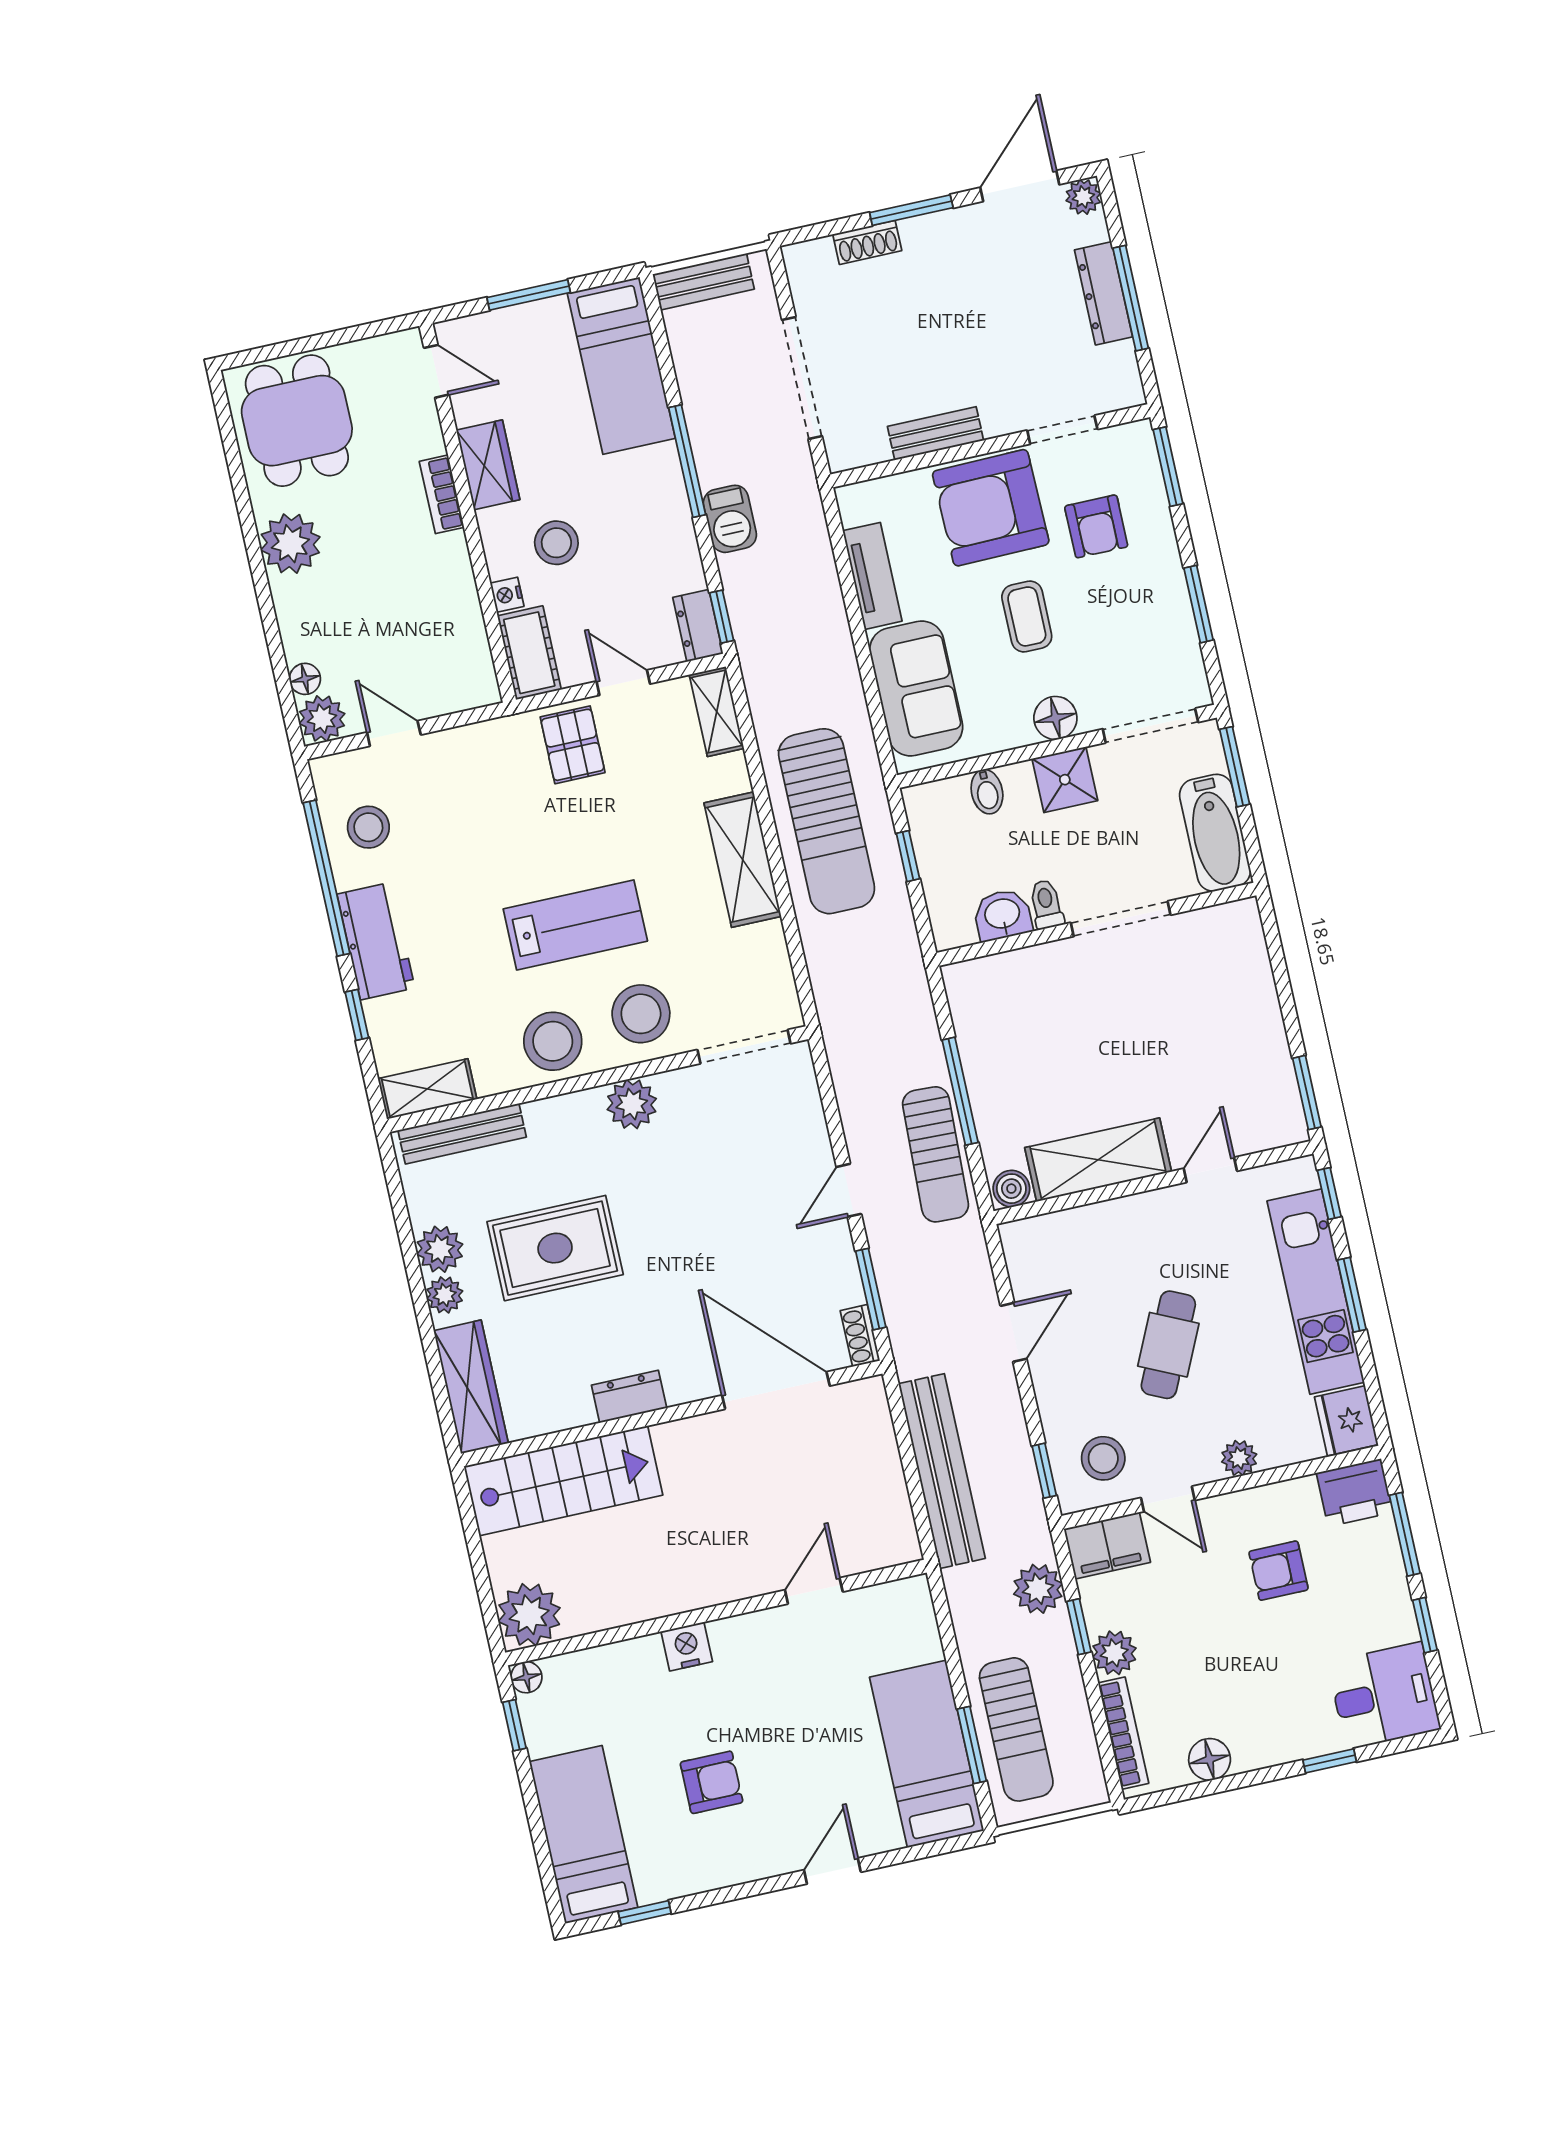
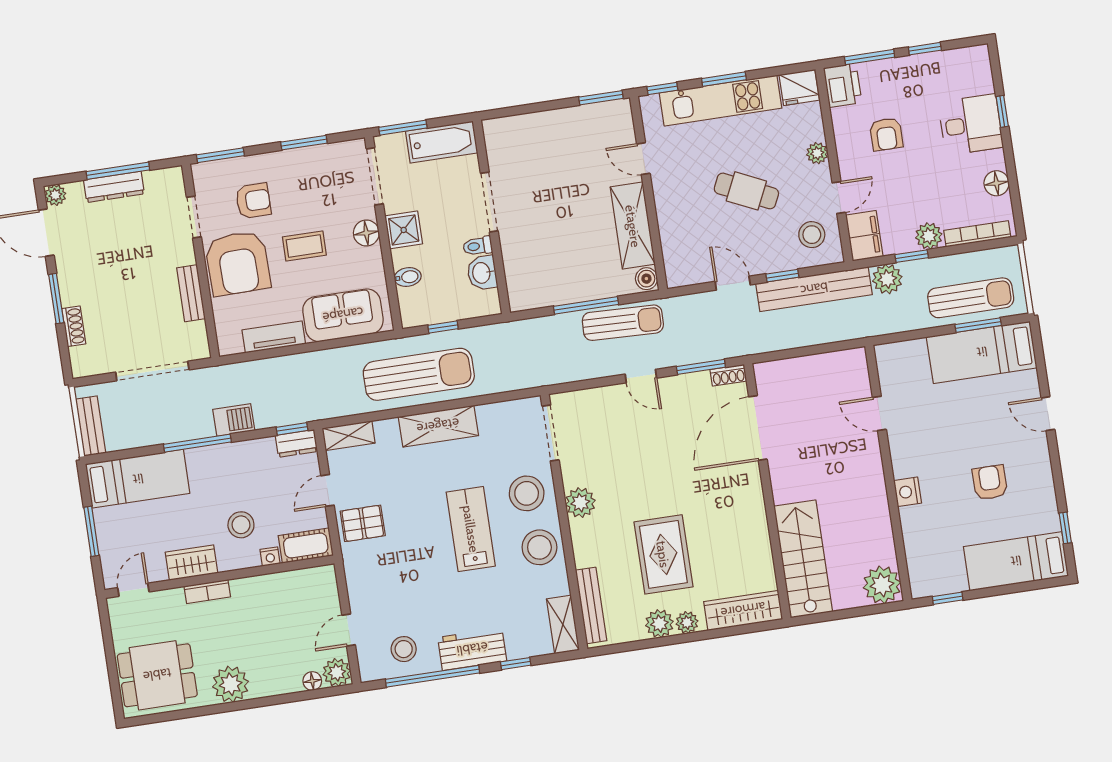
dresser: (629, 1397) -> (755, 516), removed
bench: (942, 1471) -> (814, 289), moved
window: (1044, 1471) -> (782, 276), moved
floor lamp: (526, 1677) -> (919, 589), removed
desk: (1384, 1696) -> (971, 125), moved, turned 90

